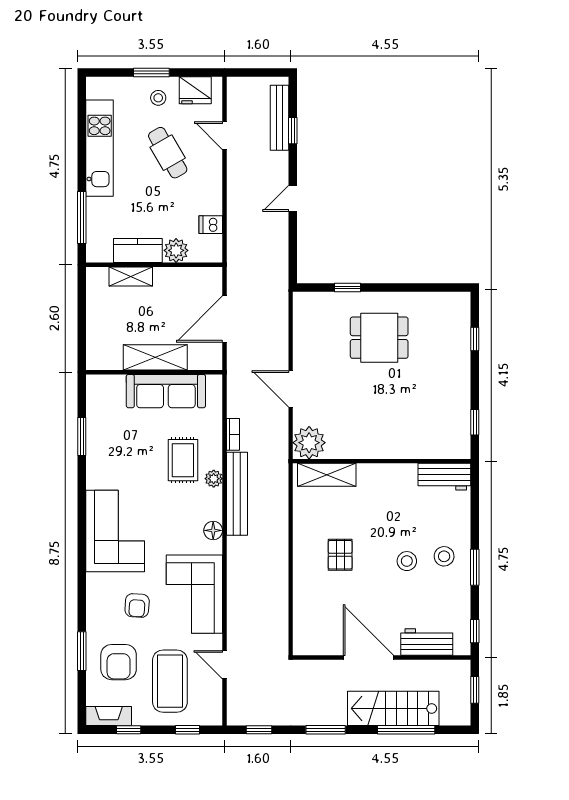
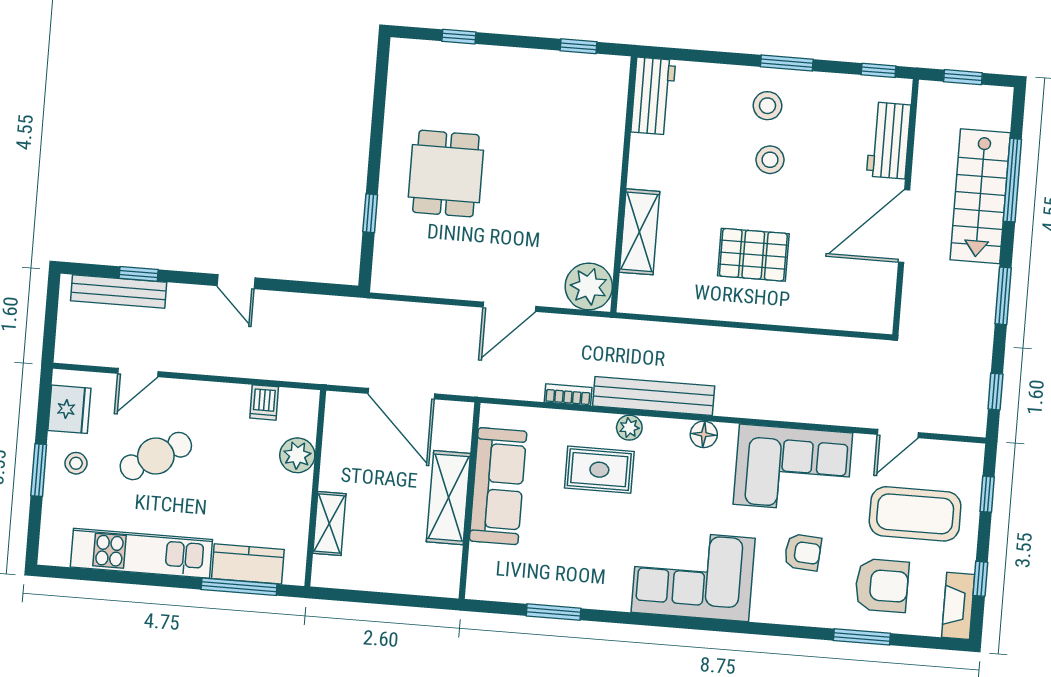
kitchen counter: (138, 250) -> (248, 564), moved, turned 90
shelving: (327, 475) -> (640, 232), moved
pallet: (340, 555) -> (753, 255), width x1.50, depth x1.42

